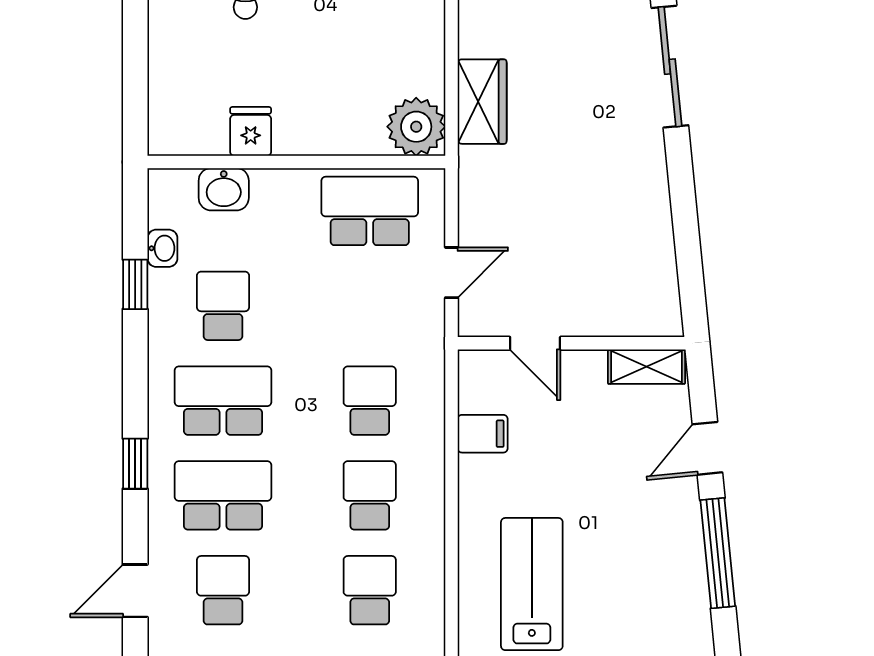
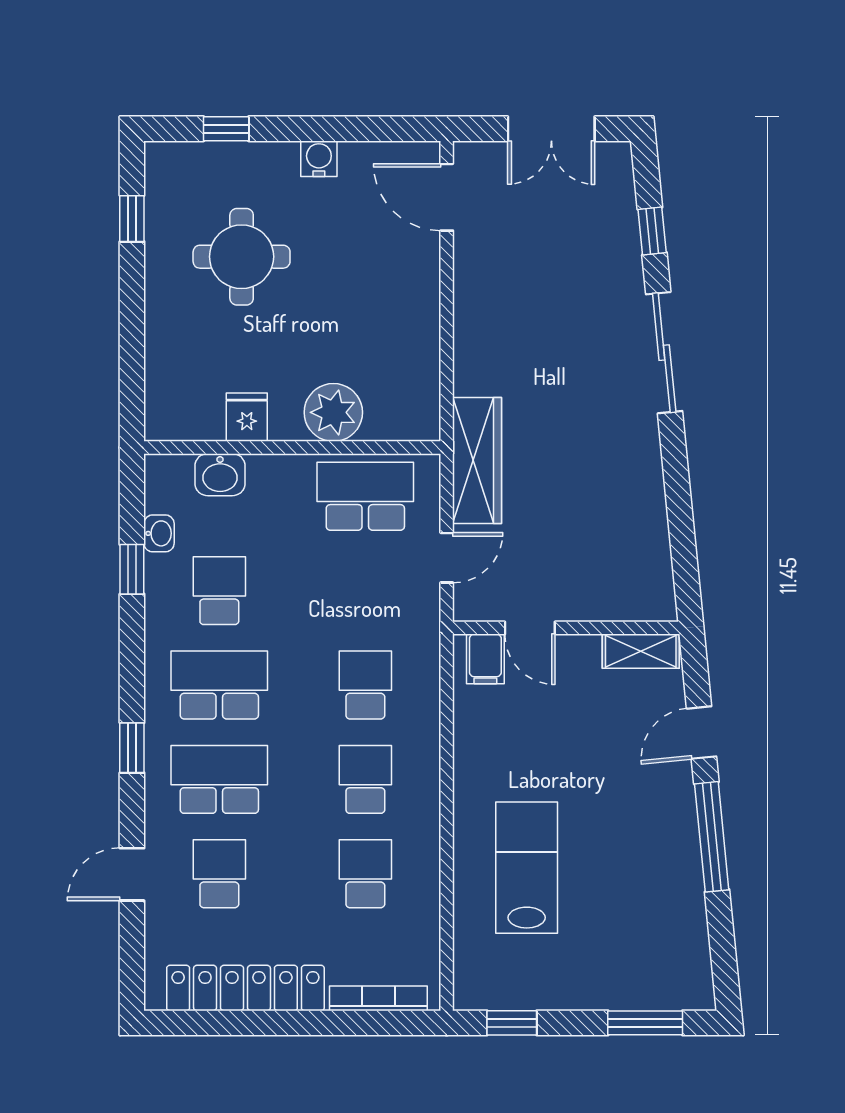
wardrobe: (482, 102) -> (477, 460), moved, width x1.50
plant: (416, 127) -> (333, 412), moved
filing cabinet: (483, 434) -> (485, 659), moved, turned 90

